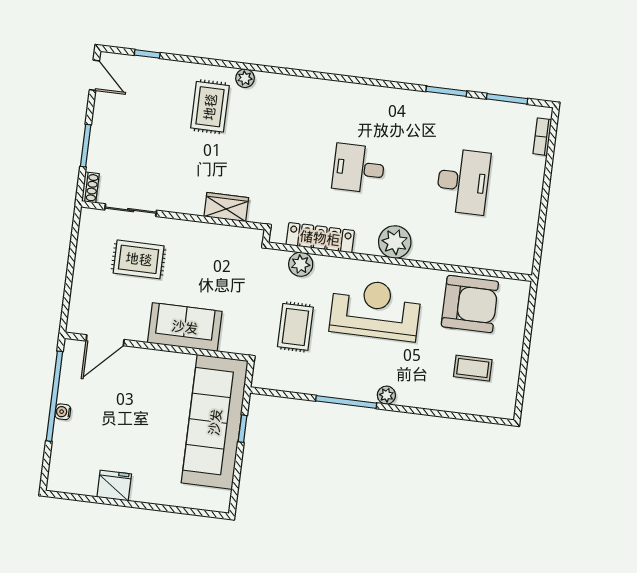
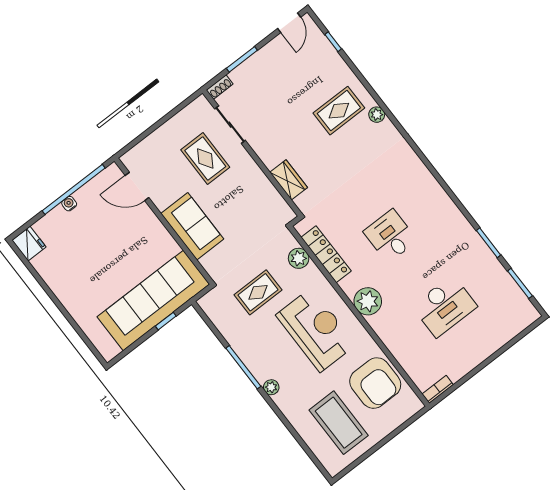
bookcase: (542, 137) -> (438, 389), moved
coffee table: (473, 368) -> (339, 423), width x1.86, depth x1.72
fridge: (114, 485) -> (29, 244), moved

